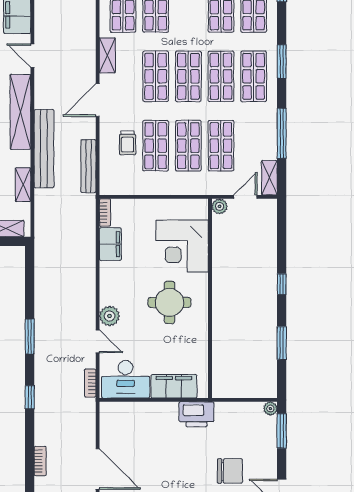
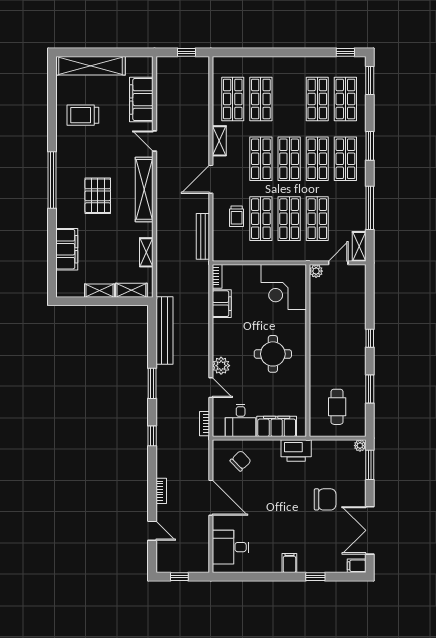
bench: (44, 149) -> (164, 330), moved
corner desk: (182, 246) -> (284, 287), moved
cafe table: (244, 364) -> (337, 407), added
desk: (126, 379) -> (241, 420), width x0.73
chair: (132, 426) -> (241, 461), added

